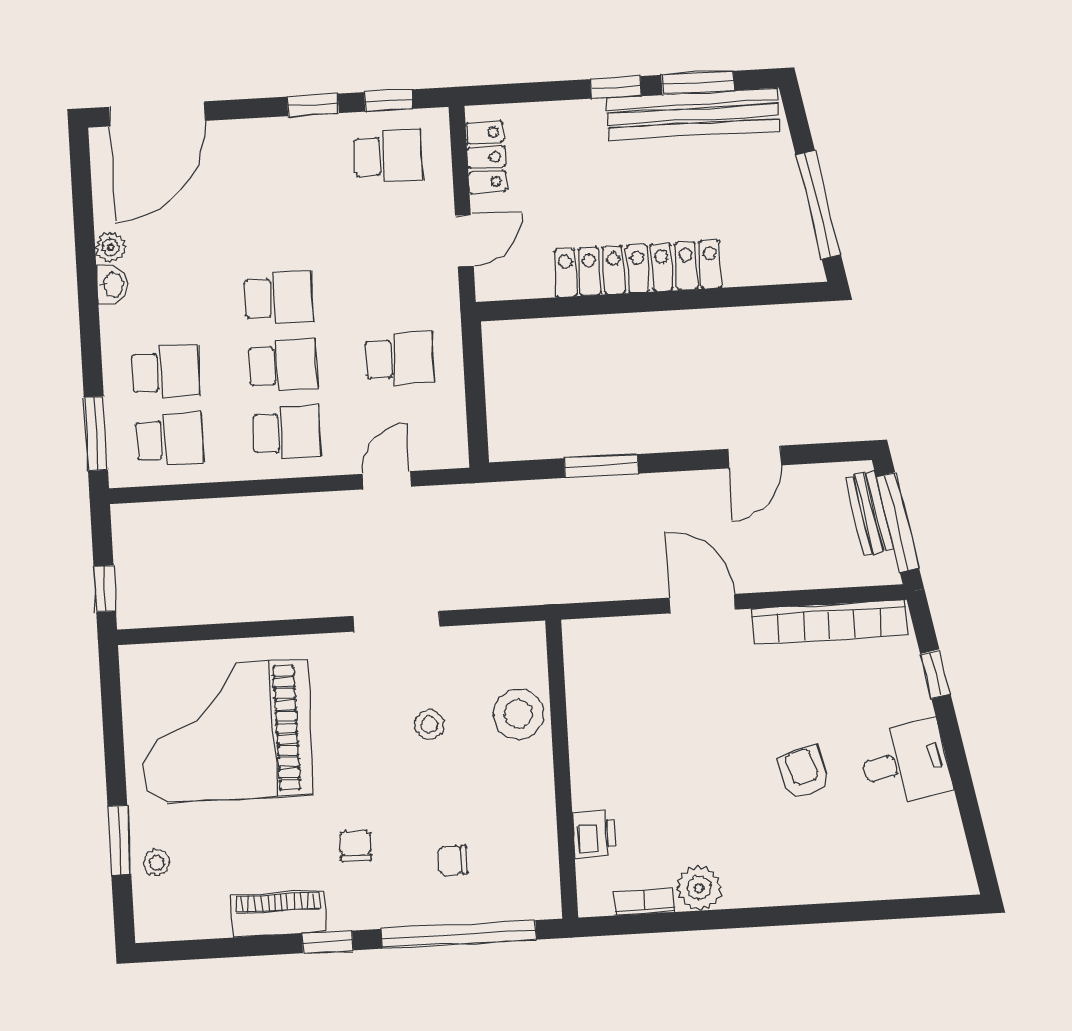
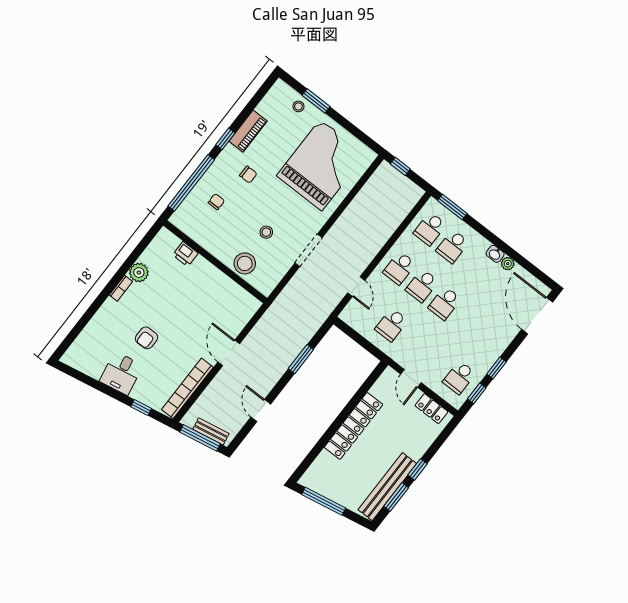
door: (702, 604) -> (229, 353), swing flipped
armchair: (803, 773) -> (146, 338), turned 105
bookcase: (644, 902) -> (121, 288), moved

